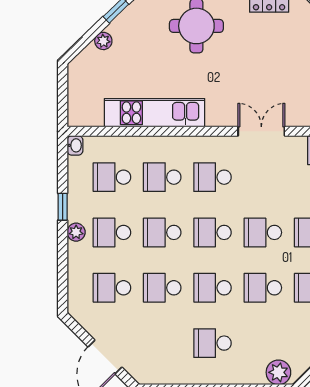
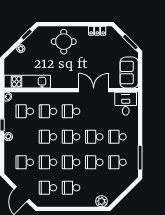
kitchen unit: (155, 113) -> (27, 82), moved
double door: (261, 131) -> (94, 90), width x1.37
school desk: (112, 232) -> (48, 188), moved

